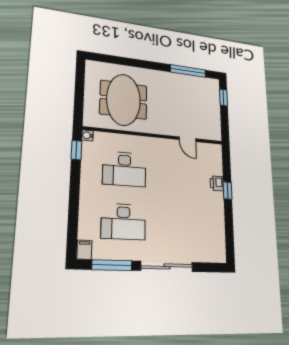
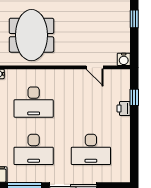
water cooler: (215, 134) -> (124, 59), added
window: (227, 190) -> (134, 97), moved
desk: (185, 225) -> (91, 149), added

